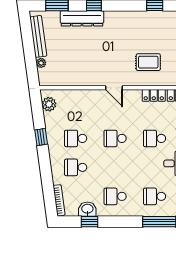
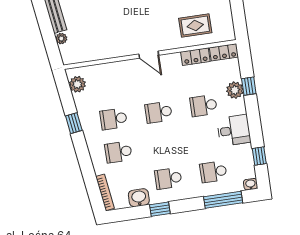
rug: (148, 62) -> (195, 26), moved
window: (89, 222) -> (160, 209), moved

